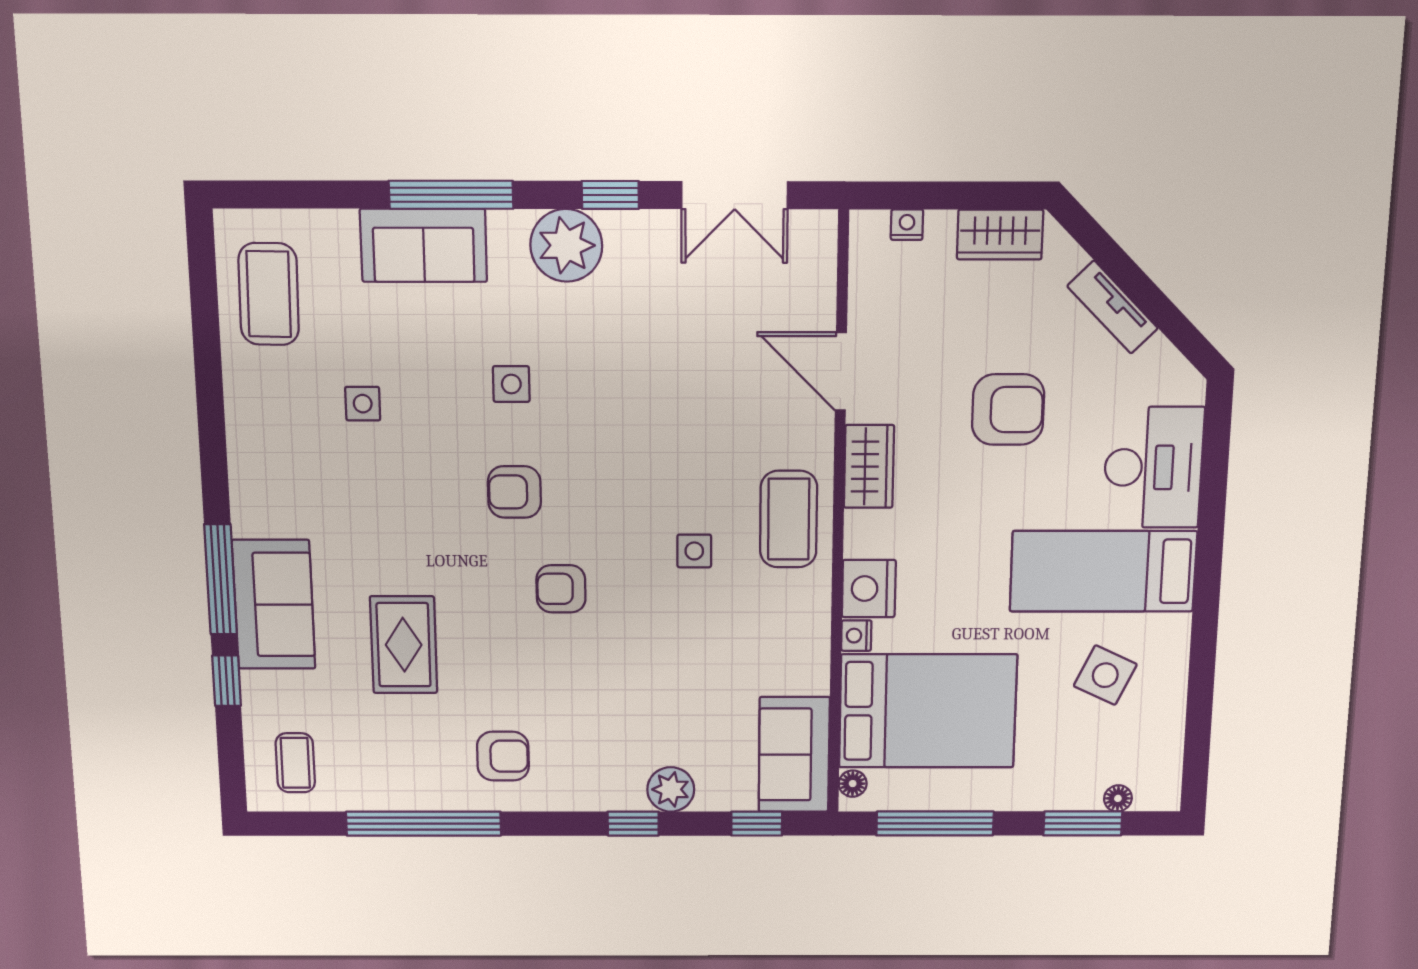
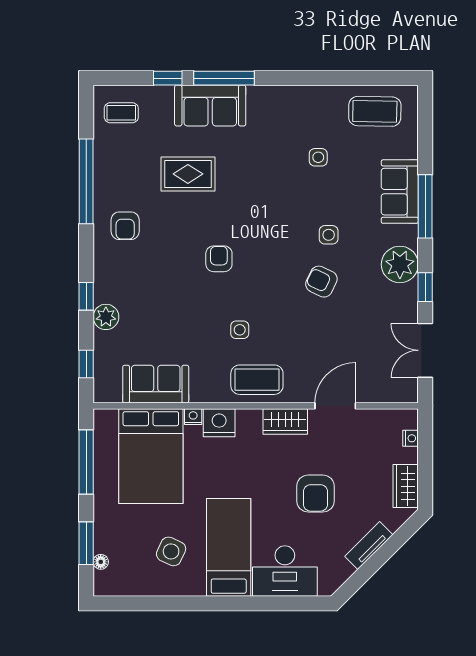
armchair: (514, 492) -> (321, 282), moved, turned -64
sofa: (794, 755) -> (156, 384), moved
floor lamp: (853, 784) -> (109, 416), removed

